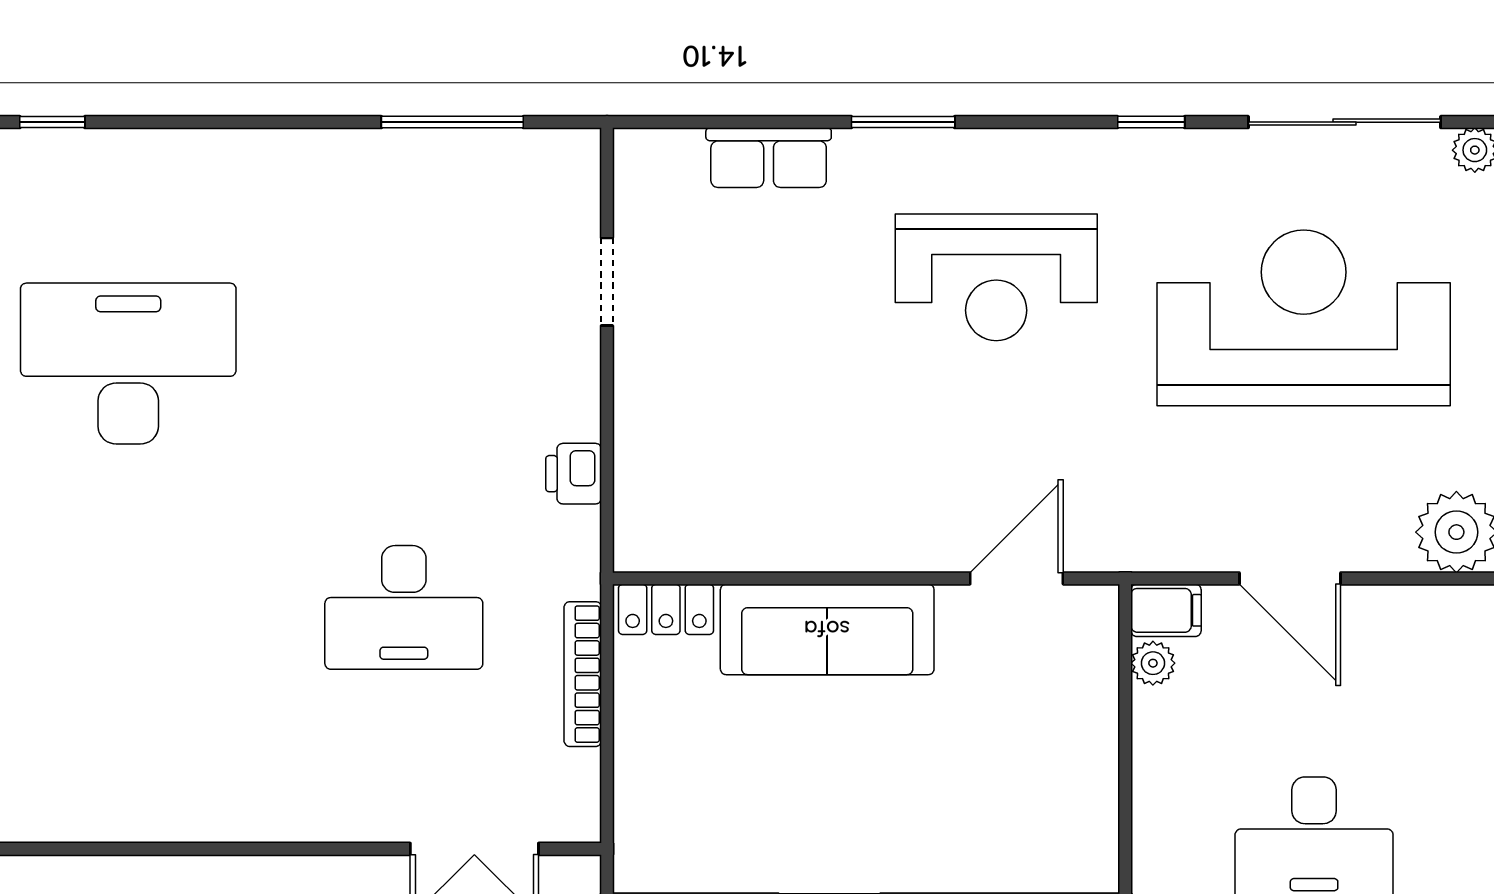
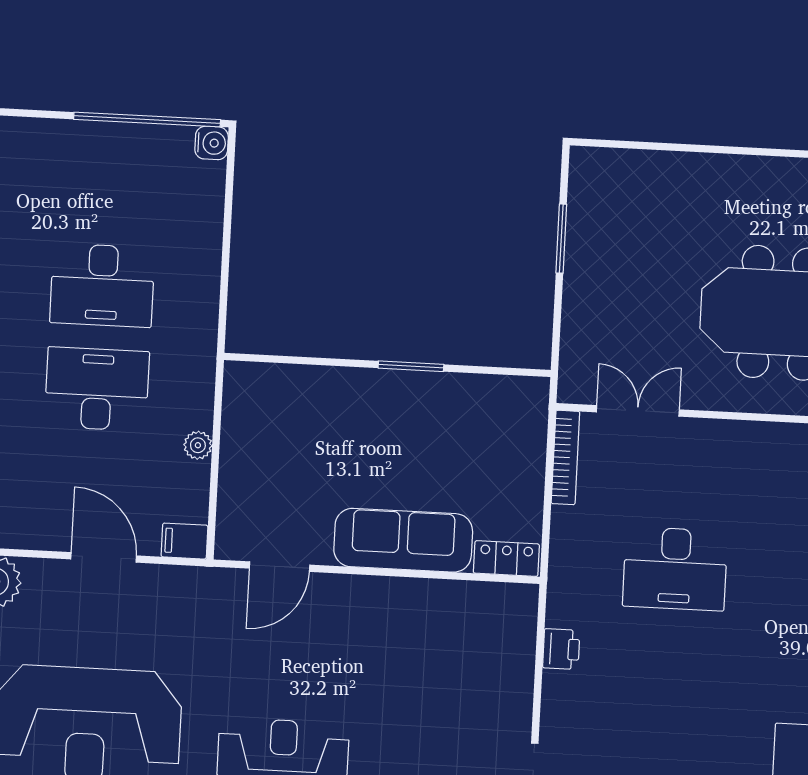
desk: (404, 607) -> (675, 569), turned 180
plant: (1153, 663) -> (198, 445), moved
bookcase: (583, 674) -> (565, 457), moved

